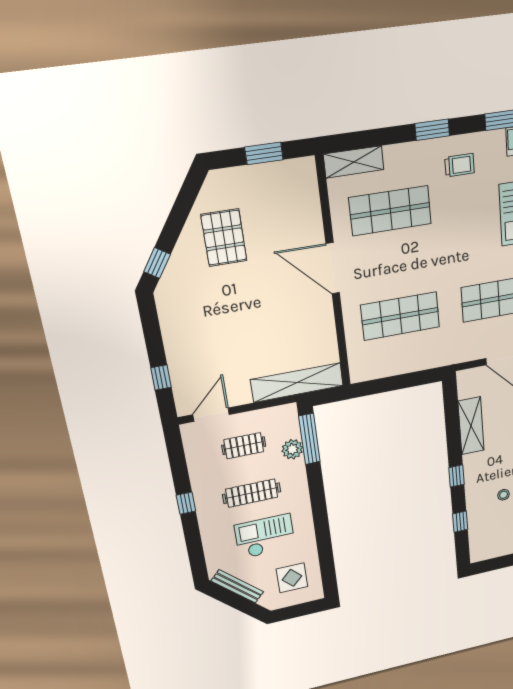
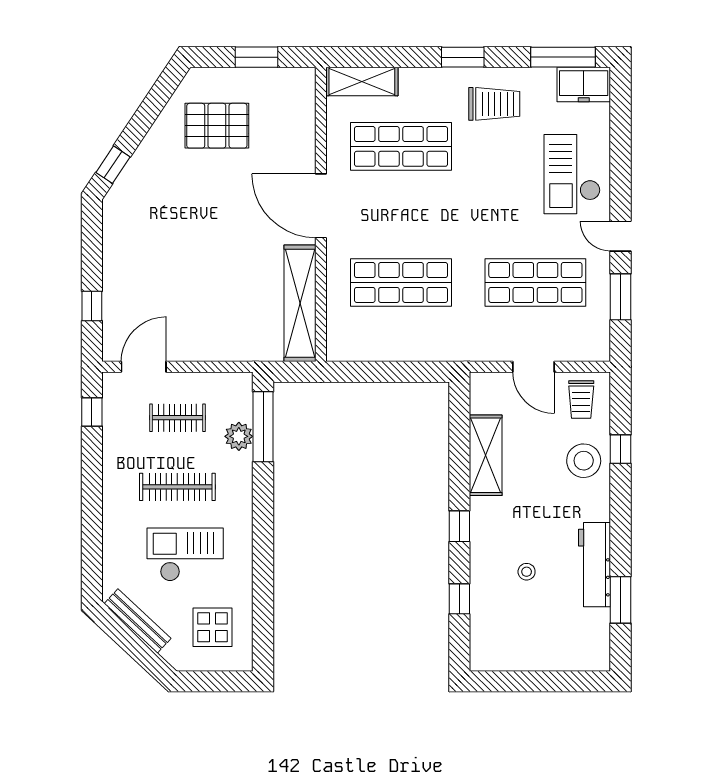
trolley: (460, 165) -> (494, 104), width x1.36, depth x1.39
pallet: (224, 238) -> (217, 126), moved, turned 90
shelving: (297, 383) -> (300, 303), moved, turned 90
window: (186, 503) -> (92, 412), moved

